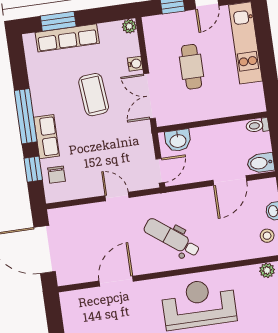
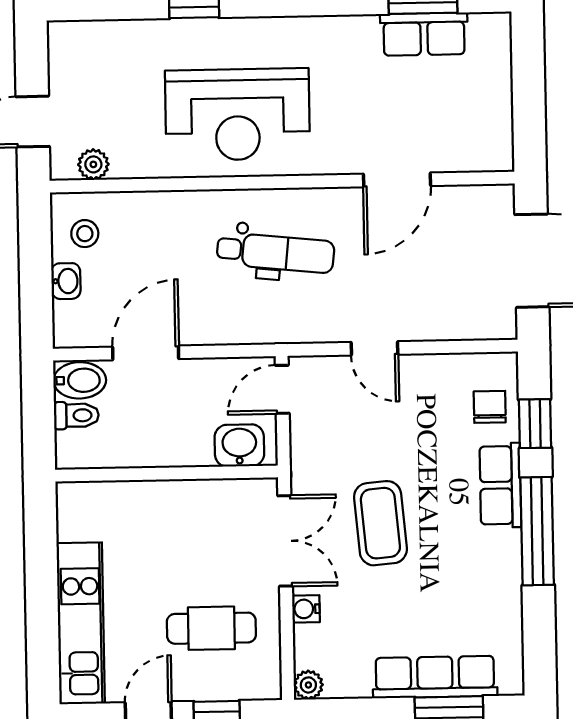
cafe table: (191, 67) -> (211, 628), moved, turned 90
coffee table: (94, 95) -> (380, 523), moved
toilet: (257, 125) -> (76, 415), moved
dental chair: (172, 238) -> (275, 253), turned -31

